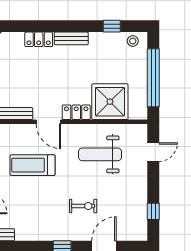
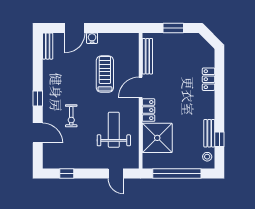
bench: (71, 38) -> (209, 133), moved

